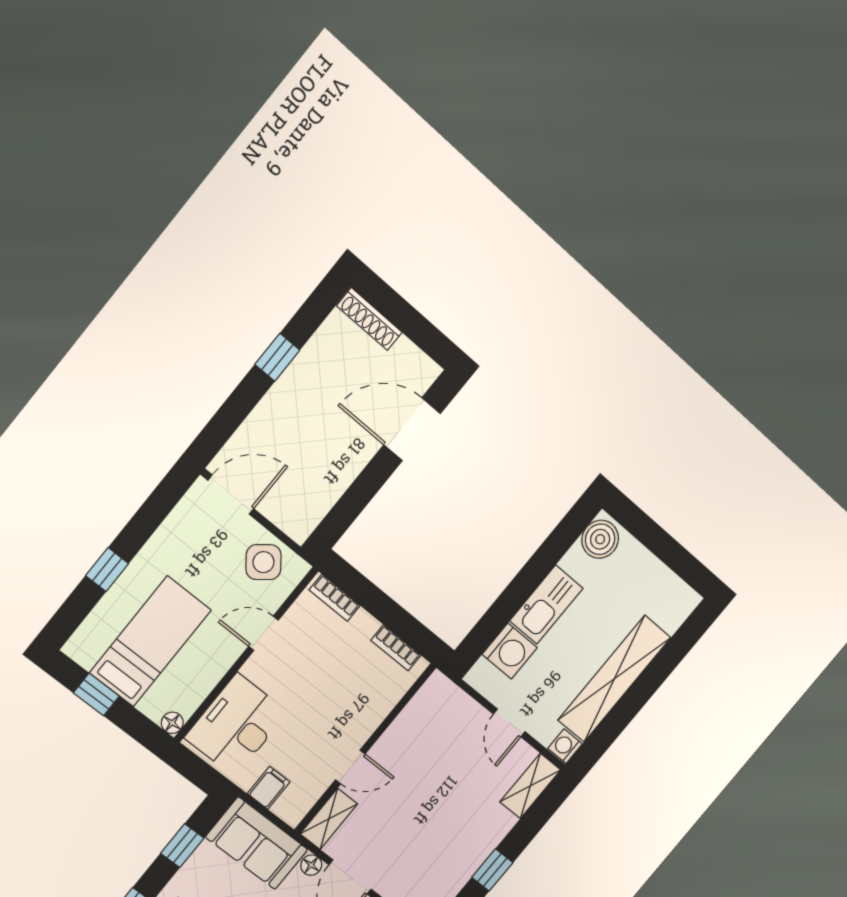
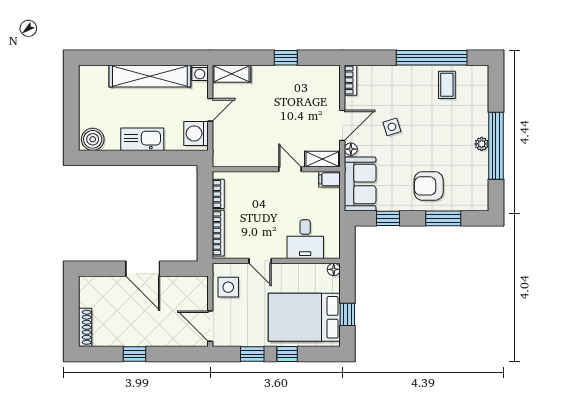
door: (412, 429) -> (143, 269), moved
window: (146, 521) -> (252, 354), added
side table: (263, 562) -> (228, 287), turned 38
bookcase: (335, 598) -> (218, 233), width x1.56
bed: (150, 641) -> (304, 317), width x1.50
washing machine: (510, 651) -> (196, 133), moved, turned -90
desk: (236, 725) -> (305, 239), width x0.73
filing cabinet: (269, 788) -> (330, 179), moved

